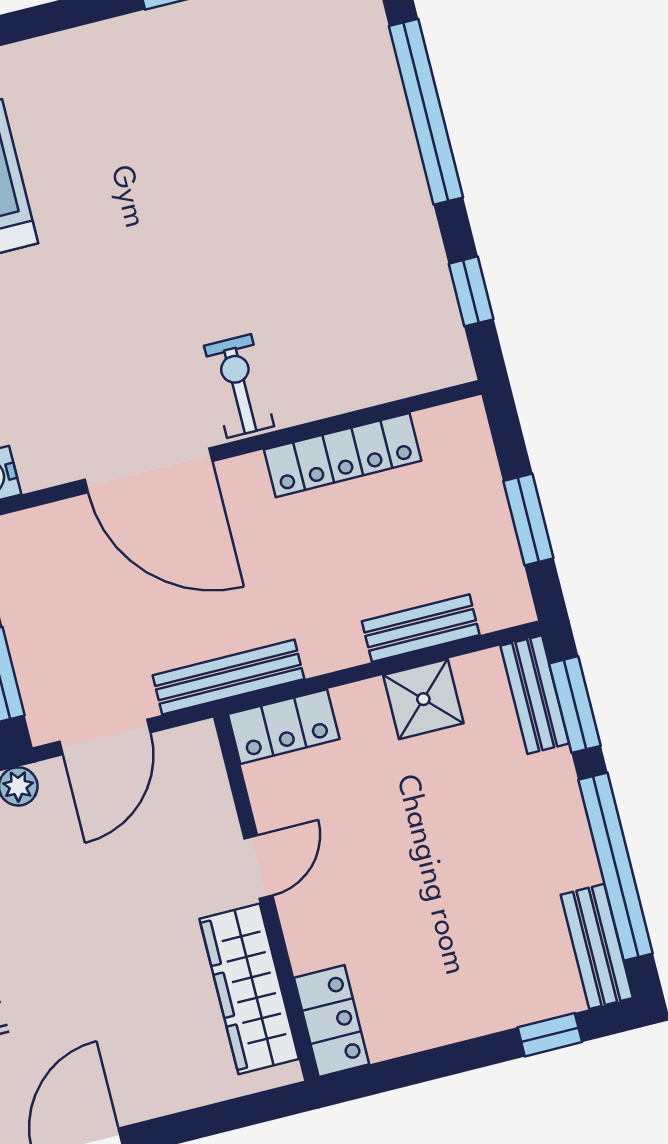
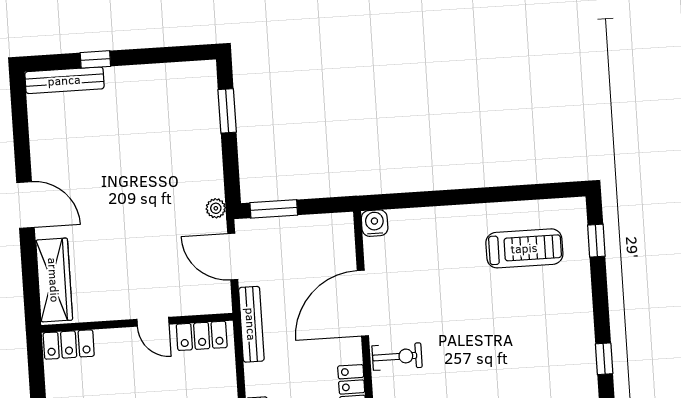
locker: (284, 727) -> (202, 336), moved, turned -90
wardrobe: (249, 989) -> (54, 280), moved, turned 90

